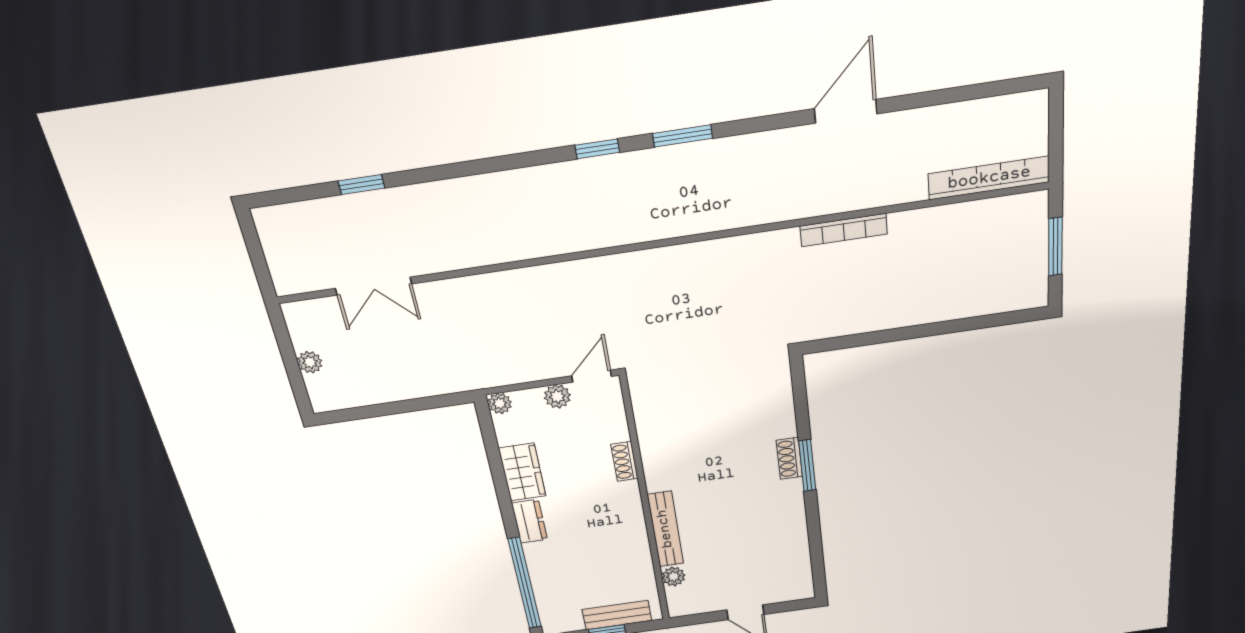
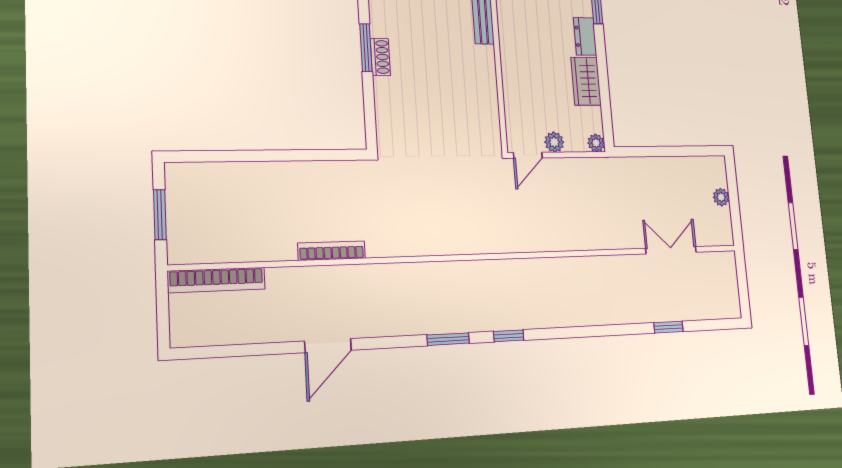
shoe rack: (624, 461) -> (509, 77), removed

